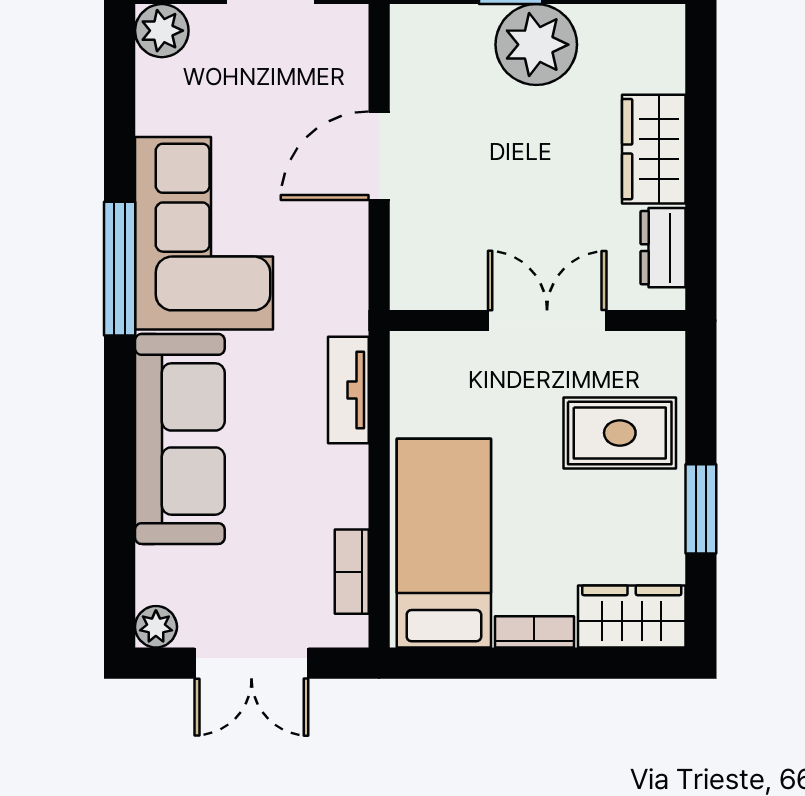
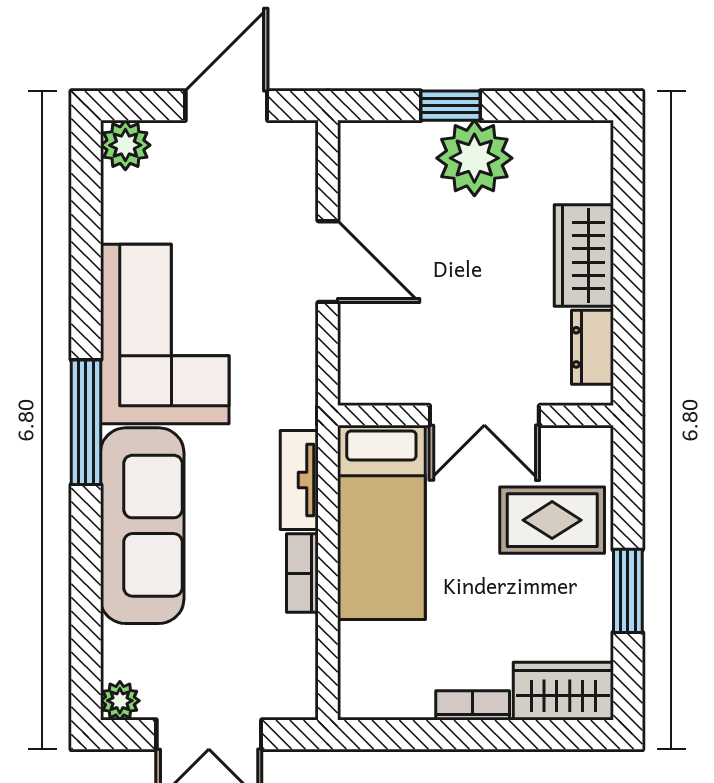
door: (379, 156) -> (328, 262), swing flipped
window: (120, 269) -> (86, 422), moved
double door: (547, 321) -> (484, 415), swing flipped
bed: (444, 543) -> (381, 522), moved, turned 180
bookcase: (352, 572) -> (302, 573), moved

